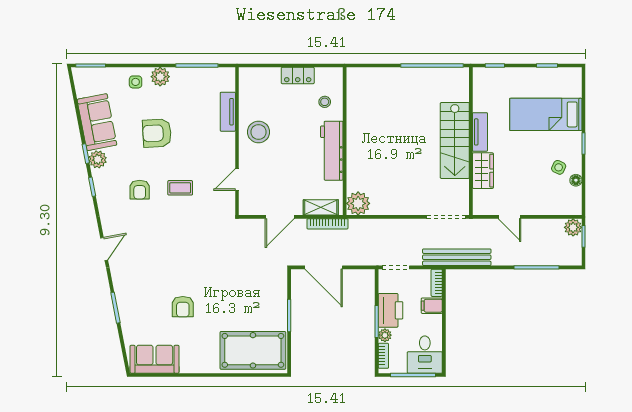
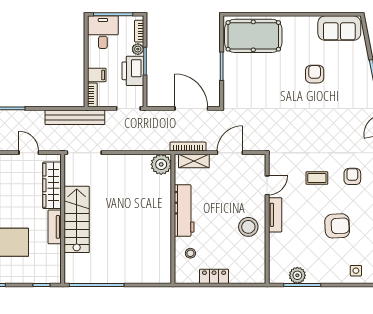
plant: (160, 77) -> (297, 275), moved
tv unit: (228, 112) -> (275, 215), moved
wardrobe: (483, 171) -> (52, 185), width x1.50

